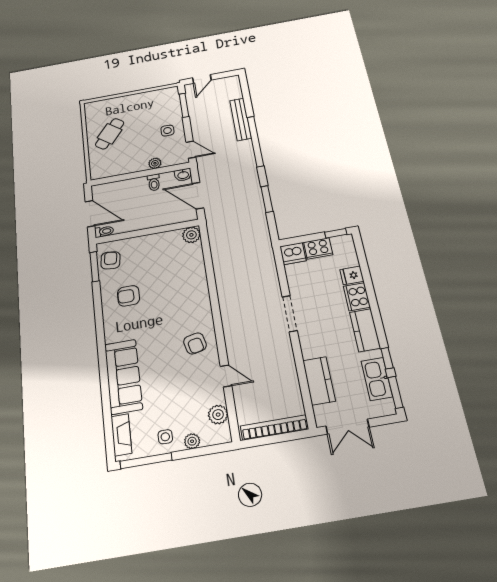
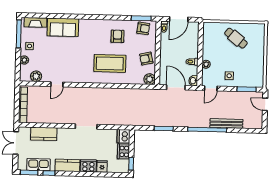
door: (198, 196) -> (176, 87), hinge flipped
coffee table: (175, 298) -> (110, 63), added
armchair: (195, 343) -> (146, 59), moved
sofa: (123, 376) -> (63, 27), width x0.73

